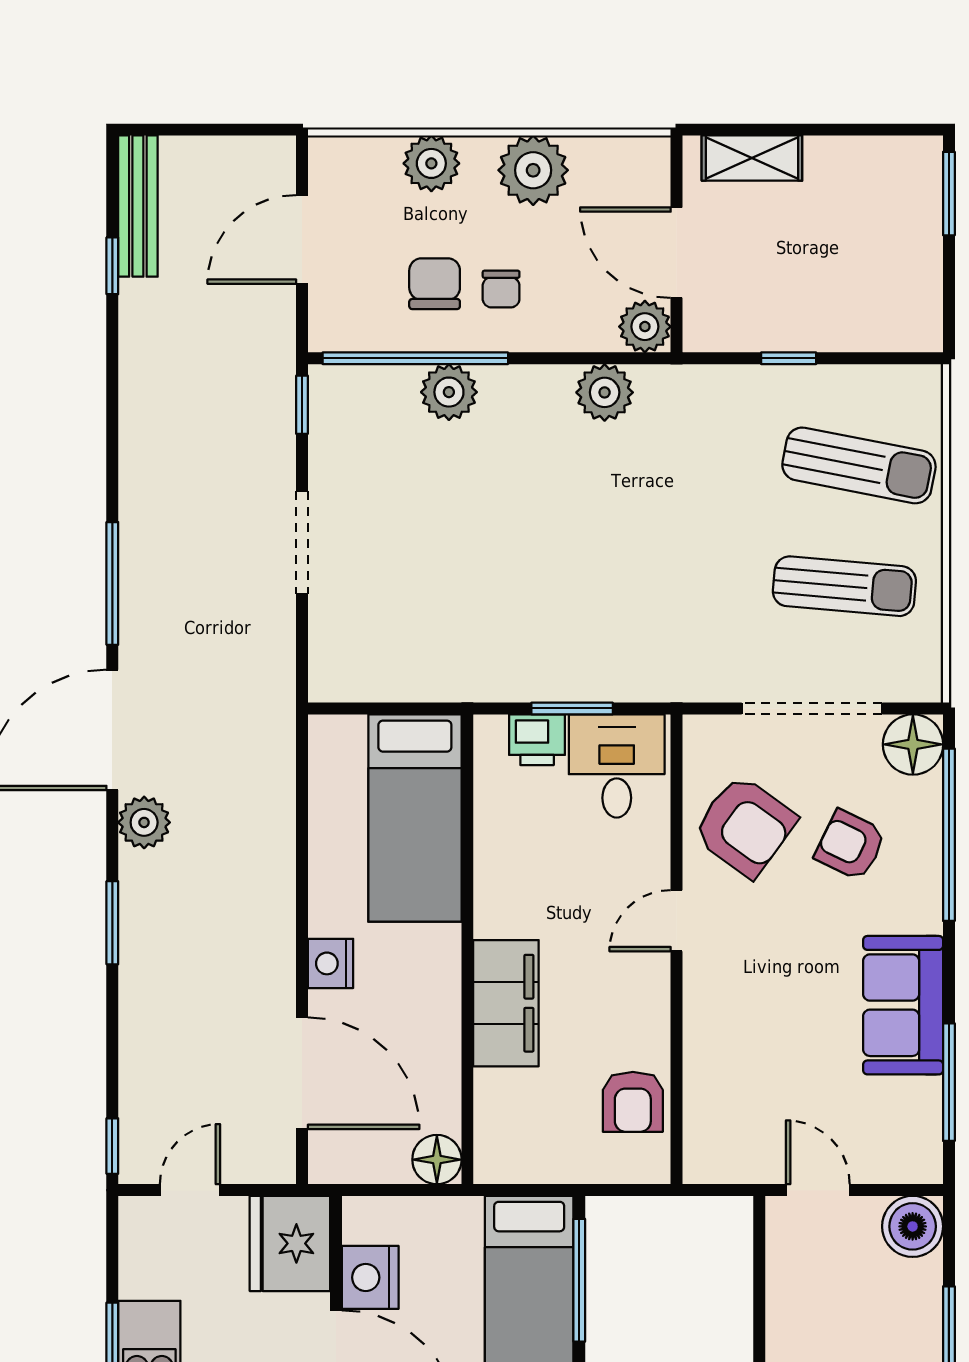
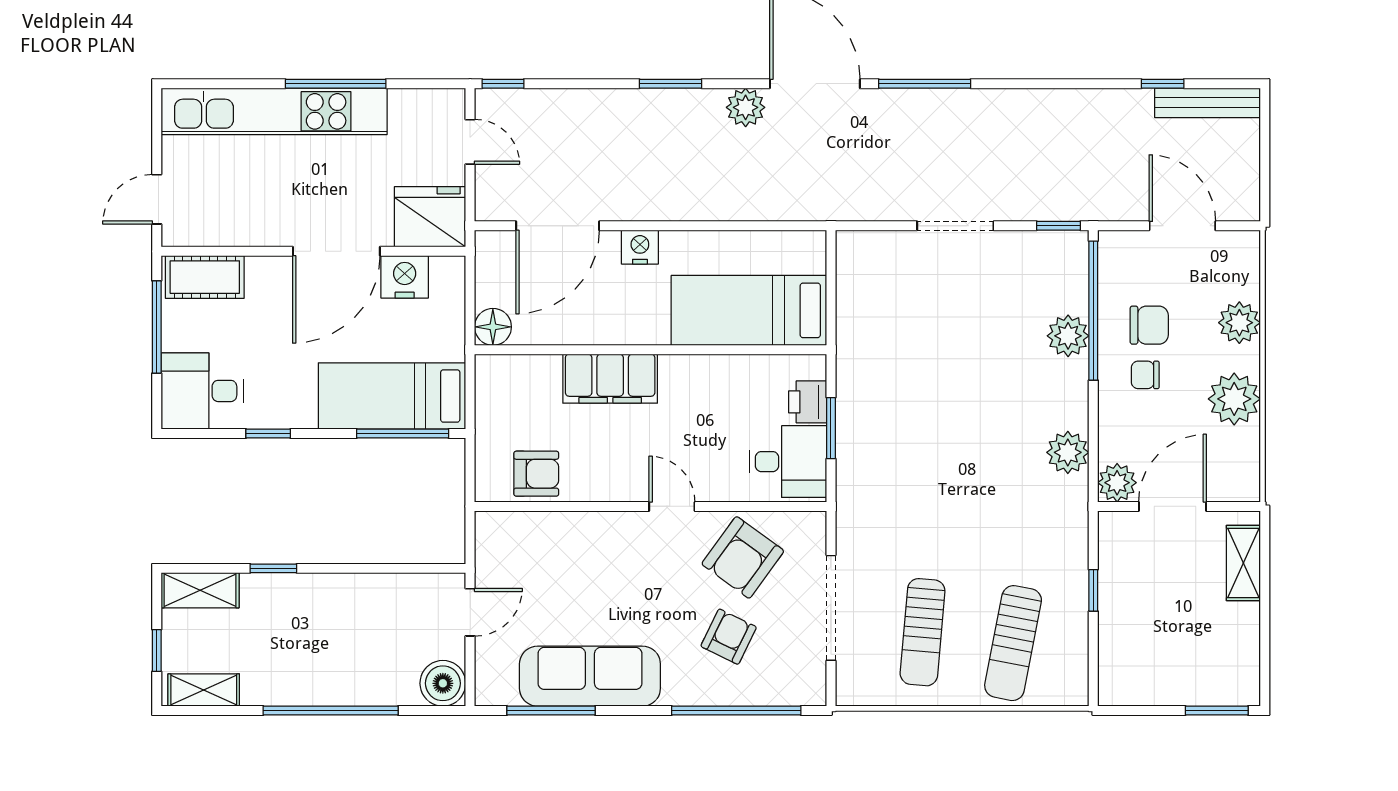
floor lamp: (913, 744) -> (804, 684), removed
sofa: (903, 1005) -> (590, 676), width x1.36
armchair: (633, 1102) -> (536, 474), turned 180

